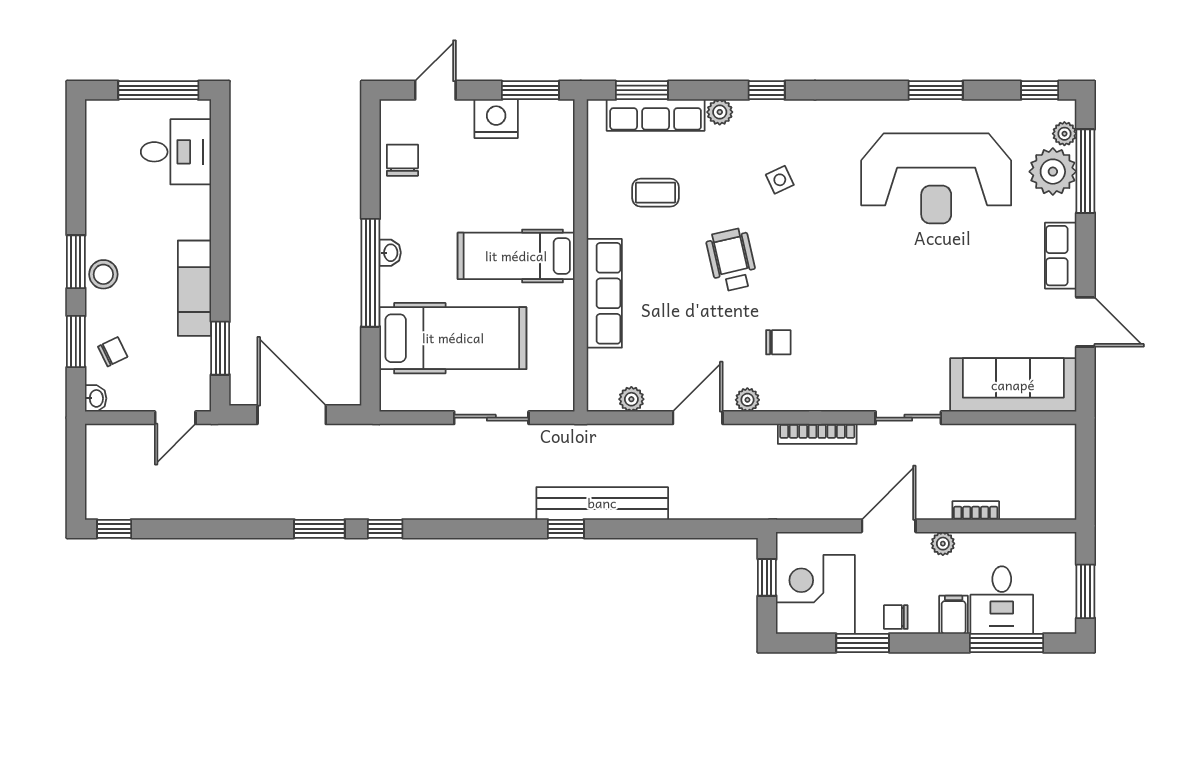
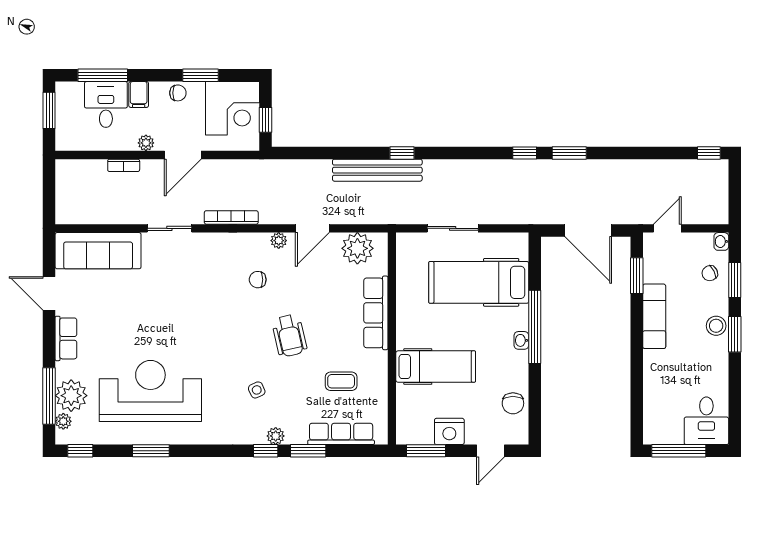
window: (642, 90) -> (308, 451), moved
plant: (720, 112) -> (276, 436), moved
desk: (176, 152) -> (706, 421), moved, turned -90
hospital bed: (516, 256) -> (436, 367), moved
plant: (631, 399) -> (357, 248), width x1.87, depth x1.87

